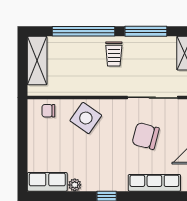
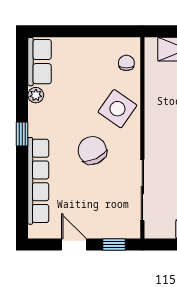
chair: (146, 136) -> (92, 150), moved, turned -40
row of seats: (154, 183) -> (38, 181), width x1.36

